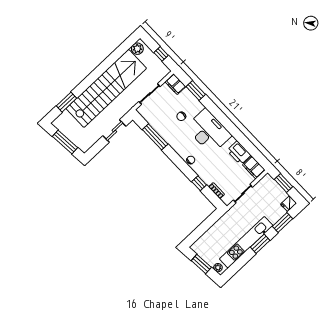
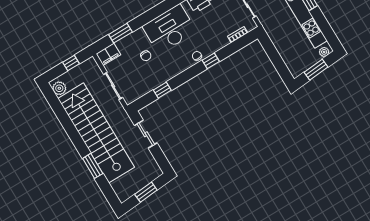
window: (67, 102) -> (93, 166), moved
window: (155, 137) -> (162, 90), width x0.46
window: (65, 142) -> (146, 192), width x0.69
window: (199, 183) -> (211, 61), moved

